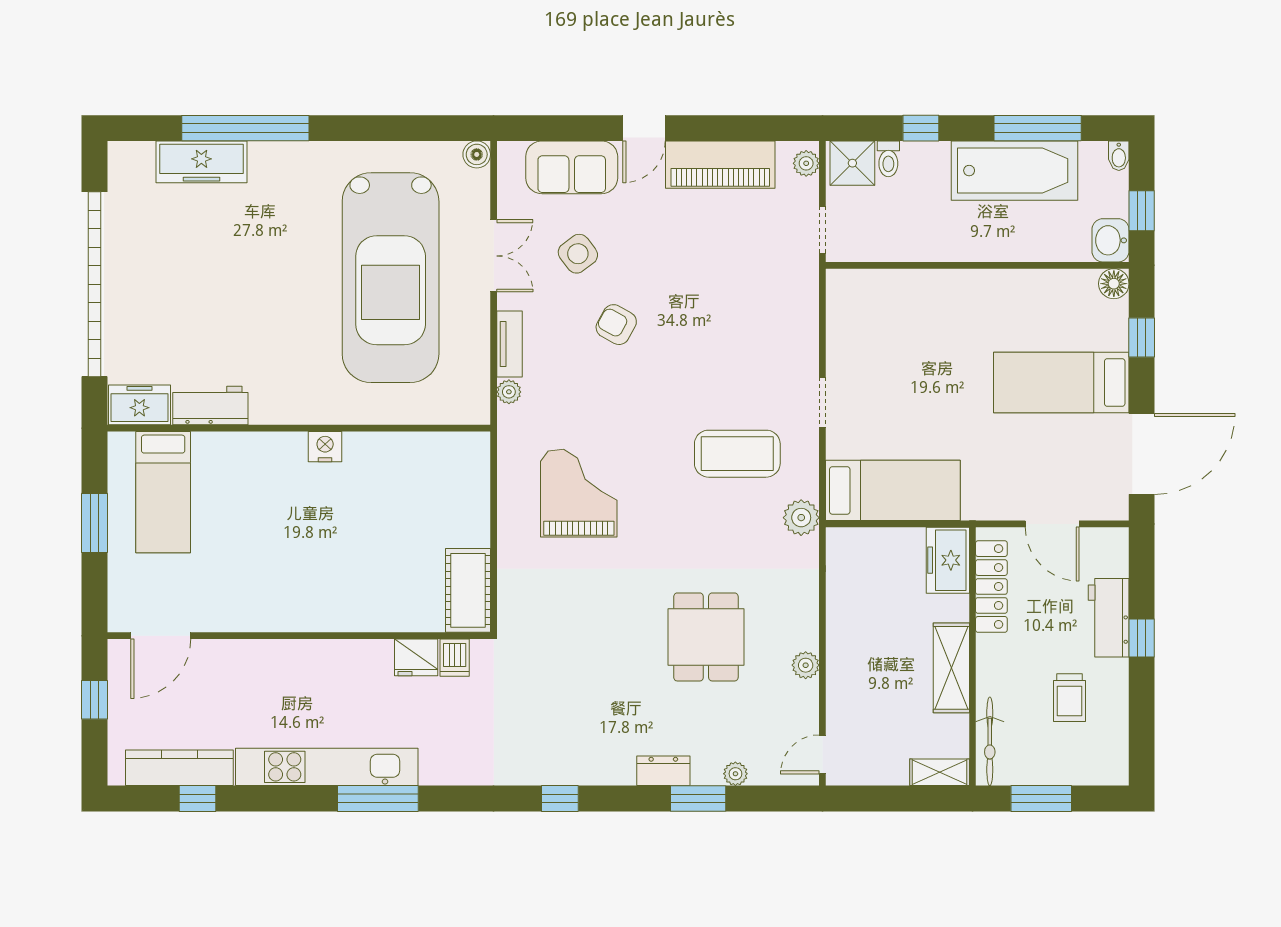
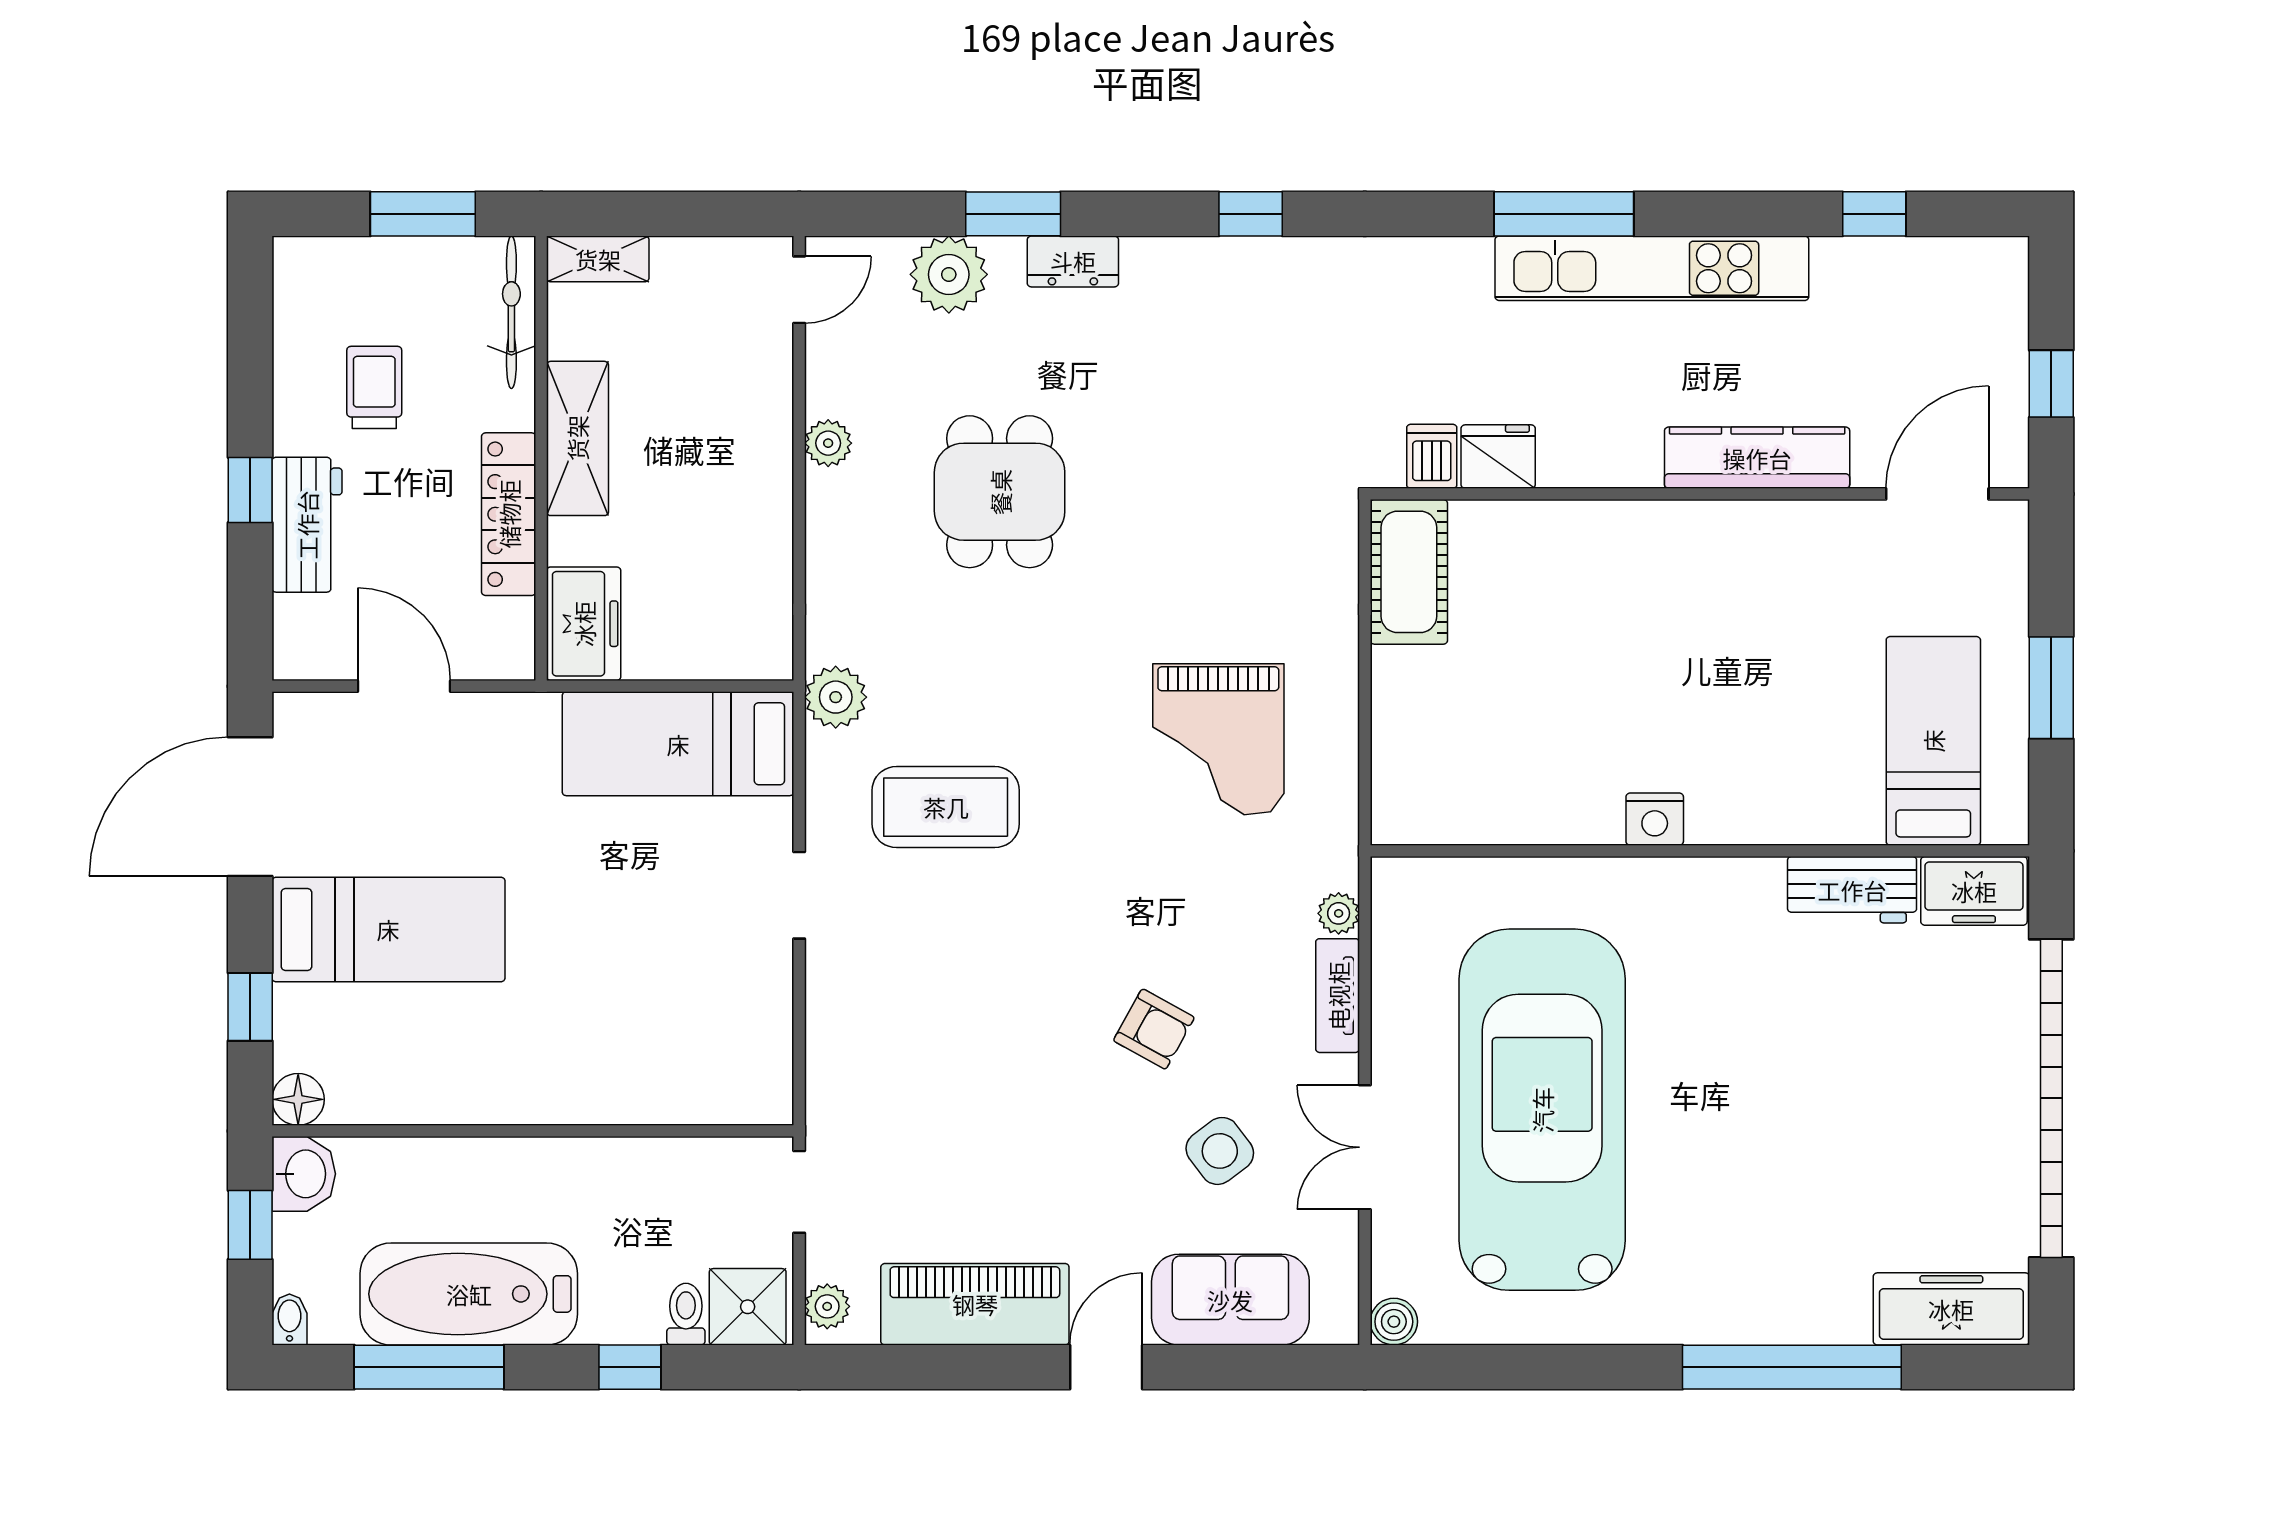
freezer: (201, 162) -> (1951, 1309), moved
locker: (991, 587) -> (509, 514), moved
kitchen counter: (179, 768) -> (1757, 458), moved, turned 180
plant: (735, 774) -> (949, 274), width x1.87, depth x1.87

